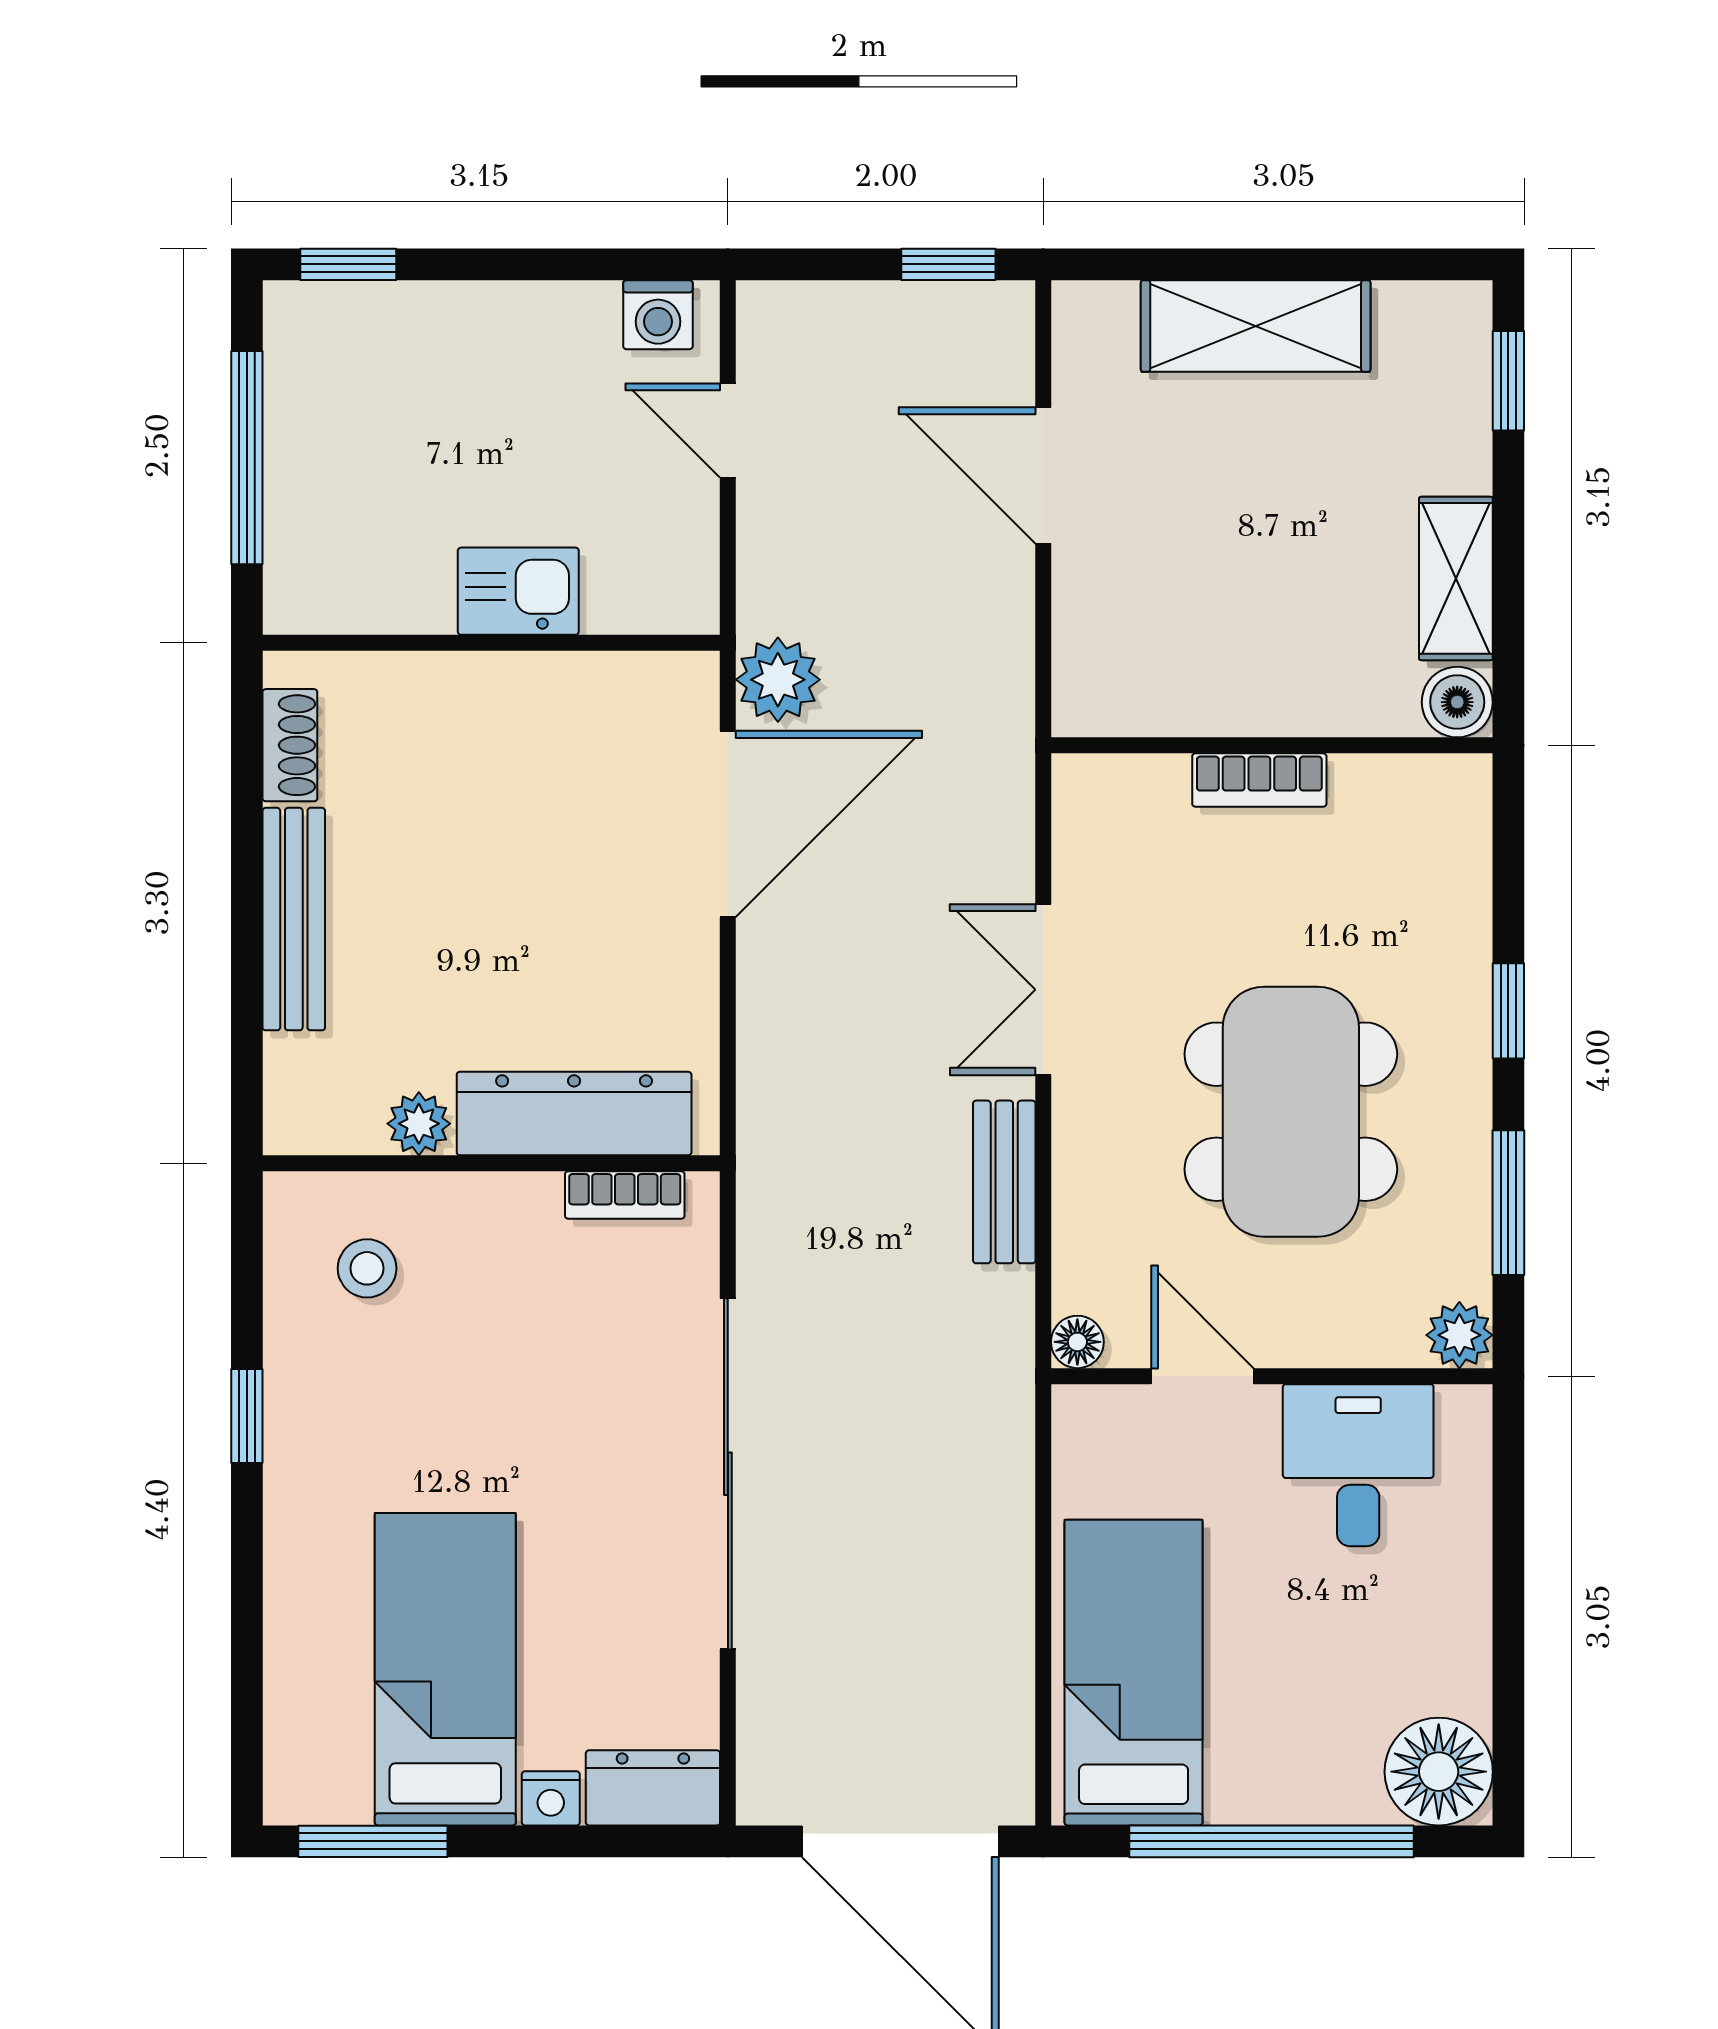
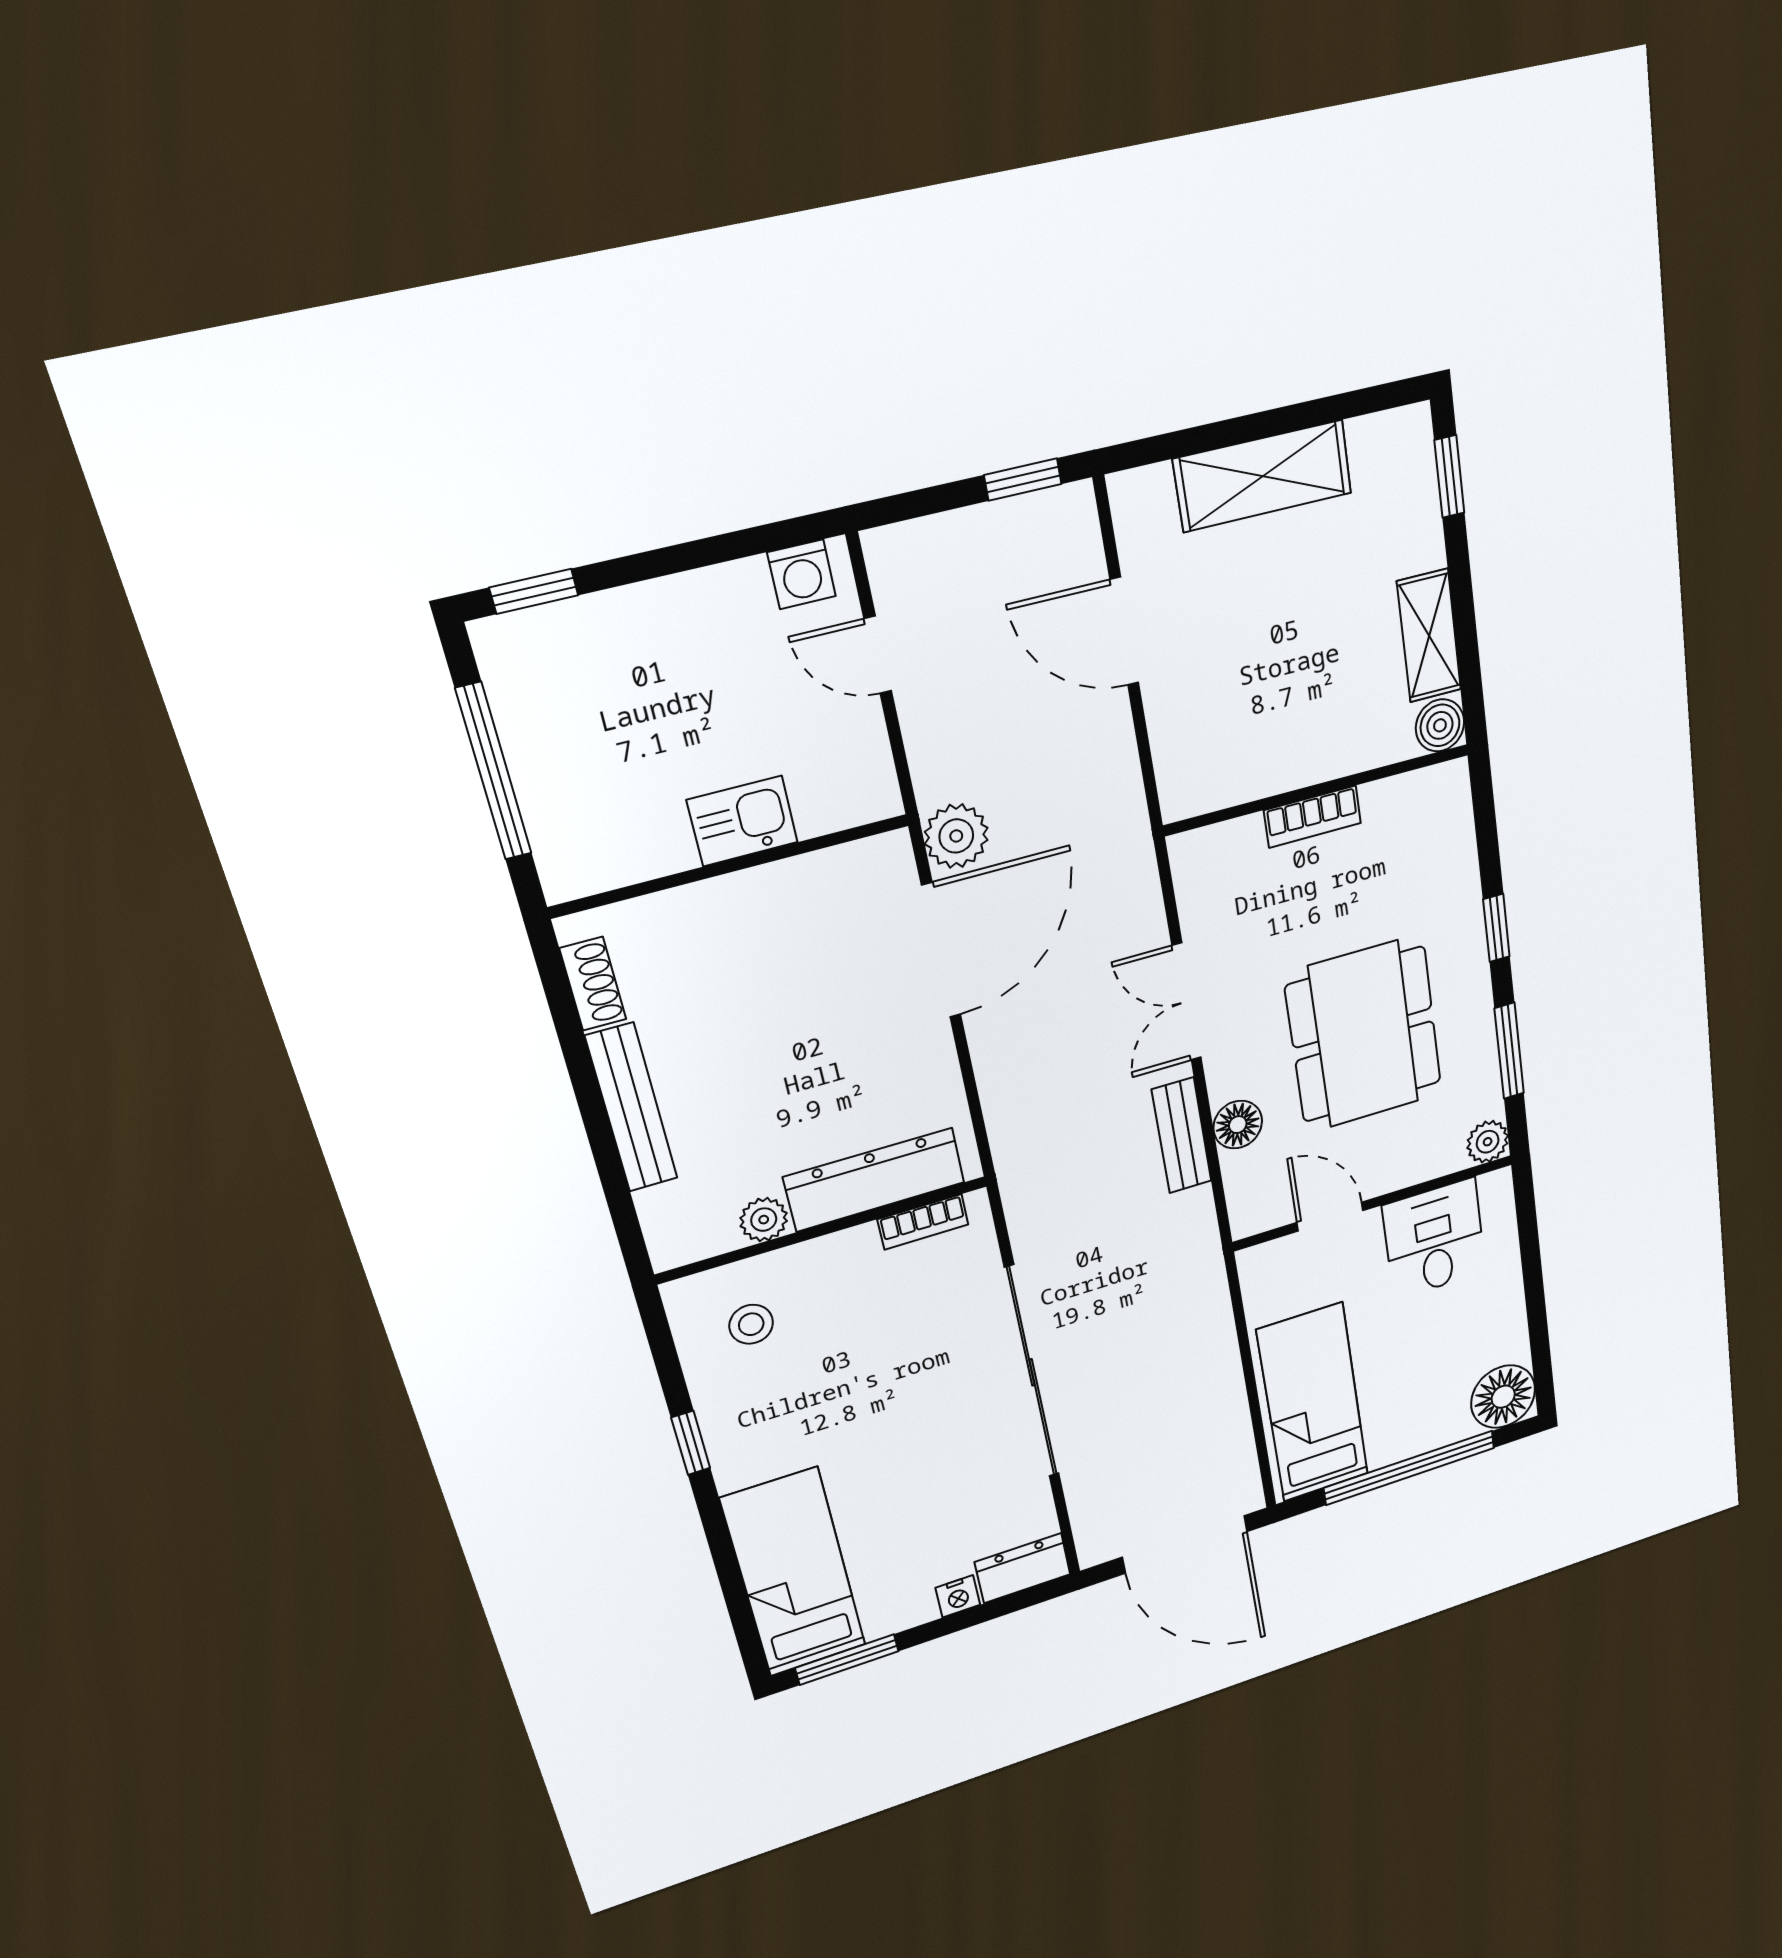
floor lamp: (1077, 1342) -> (1238, 1125), moved, width x1.37, depth x1.37
bed: (445, 1669) -> (794, 1573), moved

